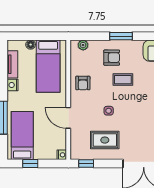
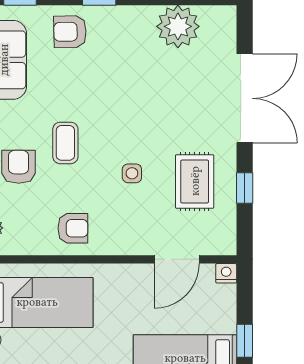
door: (68, 118) -> (177, 259), moved
window: (86, 163) -> (245, 188), moved

